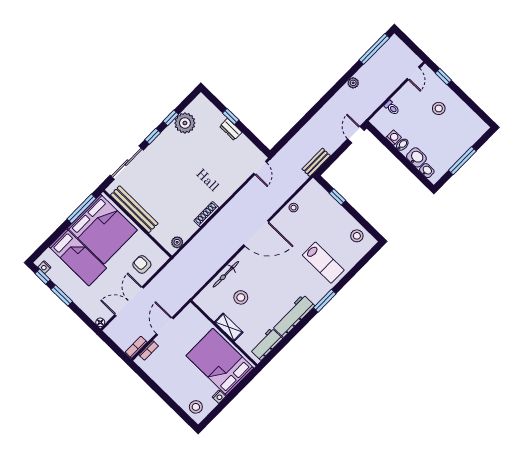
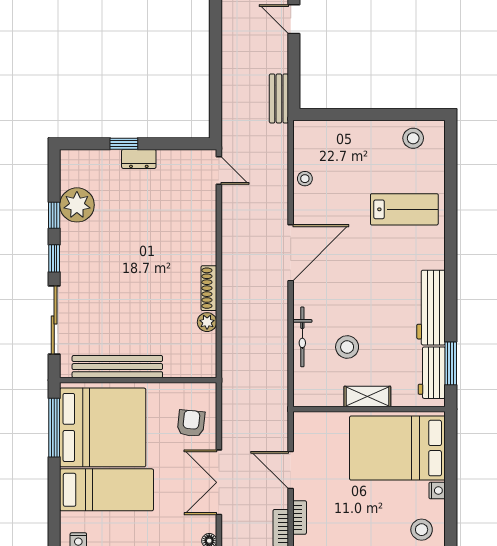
window: (338, 197) -> (345, 115), removed
plant: (177, 242) -> (207, 322), moved
armchair: (142, 264) -> (191, 423), turned 96
window: (325, 301) -> (451, 363), moved

